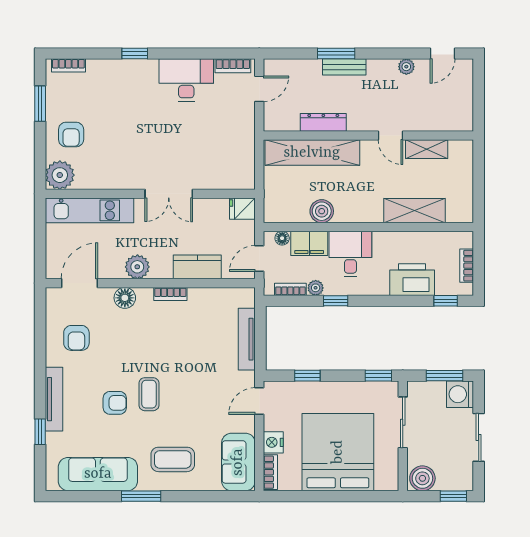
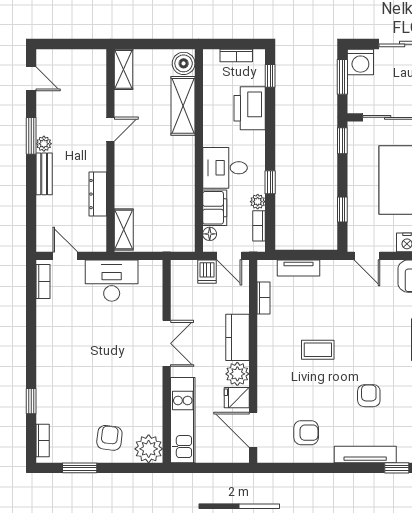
window: (135, 53) -> (31, 401), moved
window: (336, 53) -> (31, 136), moved
plant: (406, 67) -> (44, 144), moved
desk: (186, 80) -> (112, 281), moved, turned 90
armchair: (71, 135) -> (109, 438), turned -83
shelving: (427, 149) -> (124, 69), moved
shelving: (312, 153) -> (124, 229), width x0.45, depth x0.75
fridge: (242, 209) -> (237, 398), moved, turned 90
boiler: (322, 211) -> (184, 63), moved
dishwasher: (243, 235) -> (207, 272), added
kitchen counter: (197, 267) -> (237, 337), moved
bookcase: (170, 294) -> (264, 298), moved
floor lamp: (125, 298) -> (267, 386), removed
tv unit: (247, 339) -> (299, 268), width x0.71
coffee table: (149, 394) -> (318, 350), moved

